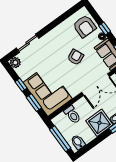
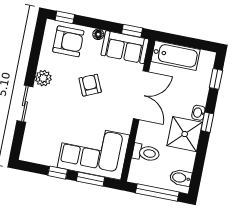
window: (105, 29) -> (65, 17), moved
sliding door: (28, 43) -> (25, 104), moved
plant: (15, 63) -> (43, 78), moved

